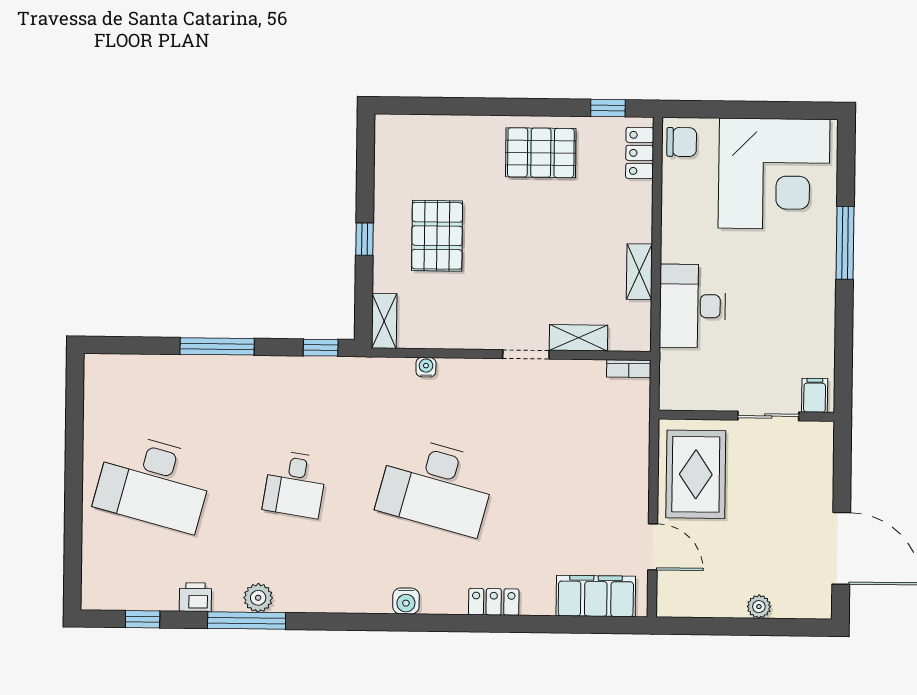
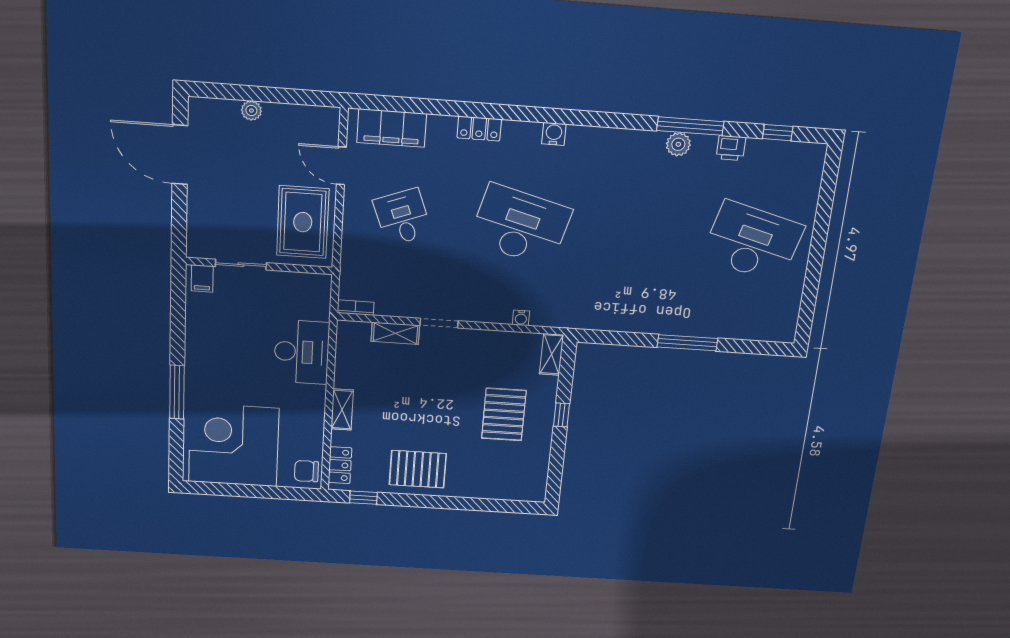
shelving: (639, 272) -> (342, 410), moved
window: (321, 348) -> (605, 337), removed
desk: (295, 484) -> (403, 217), moved, turned -30

